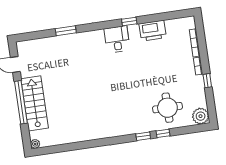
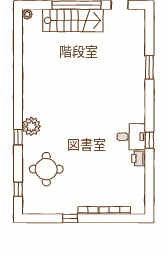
printer: (153, 31) -> (139, 158), width x0.53, depth x0.68
desk: (117, 39) -> (131, 137), moved
plant: (201, 116) -> (31, 126), moved
window: (163, 133) -> (18, 189), moved

